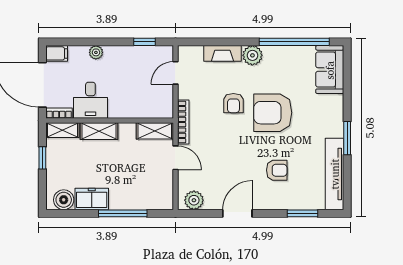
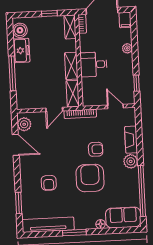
desk: (90, 100) -> (94, 64), moved
floor lamp: (337, 101) -> (101, 224), added
armchair: (233, 103) -> (96, 149), turned 180
shelving: (99, 131) -> (71, 66), moved
door: (237, 213) -> (16, 145), moved

